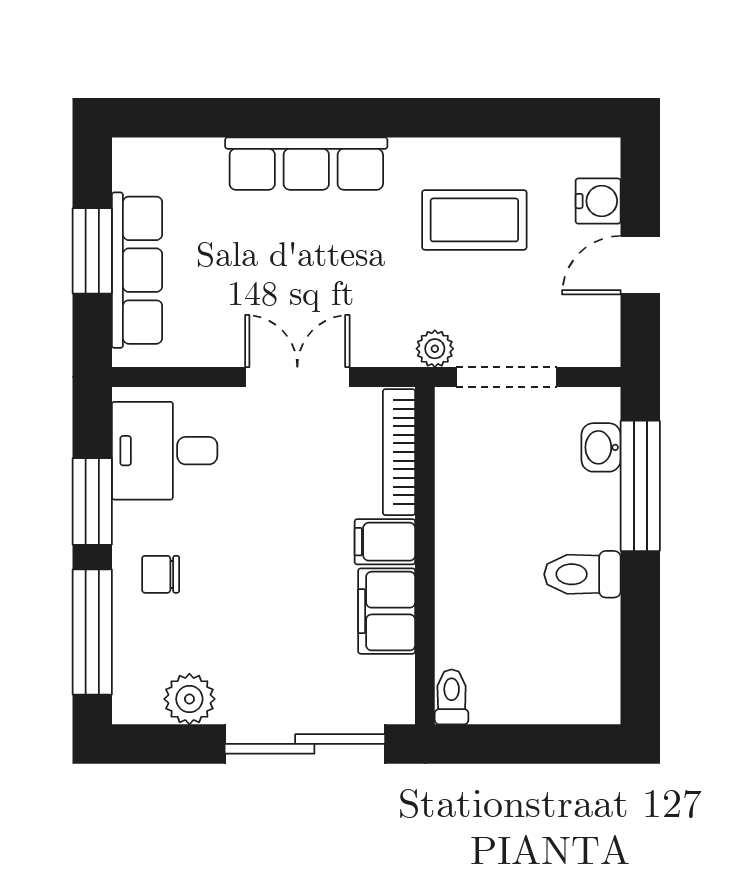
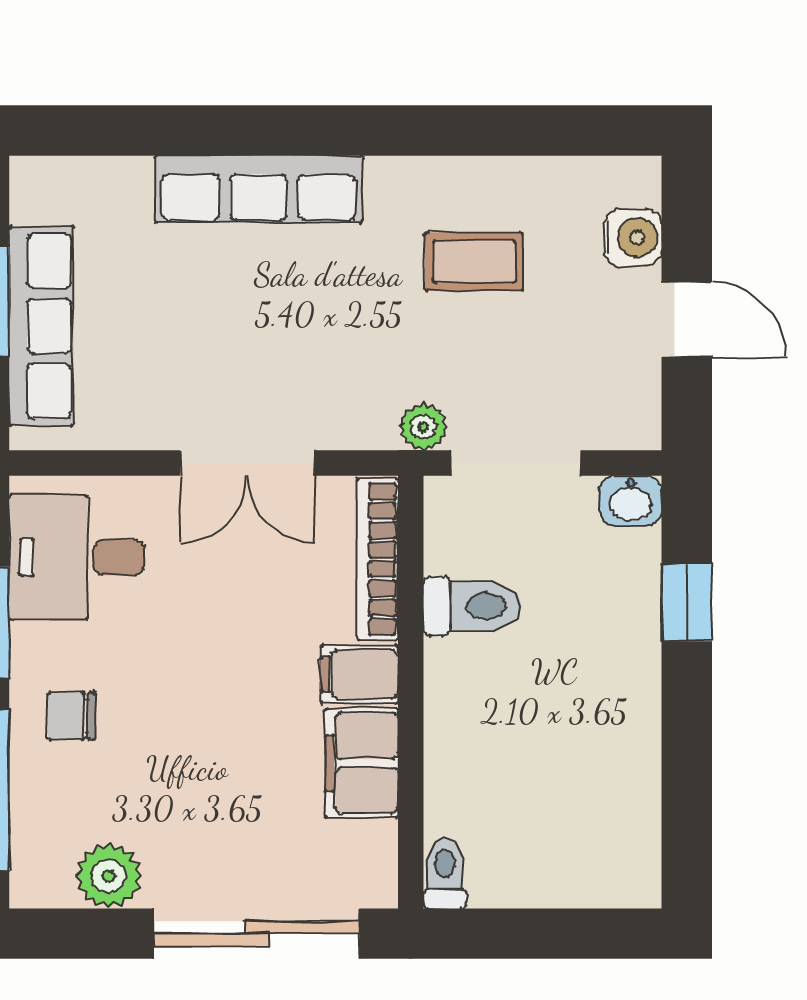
coffee table: (474, 220) -> (474, 262), width x0.73, depth x0.77
door: (640, 265) -> (687, 320), swing flipped
double door: (297, 377) -> (247, 463), swing flipped
washbasin: (601, 447) -> (631, 501), moved, turned -90
window: (640, 486) -> (687, 603), width x0.46
toilet: (582, 574) -> (472, 606), moved, turned 180

